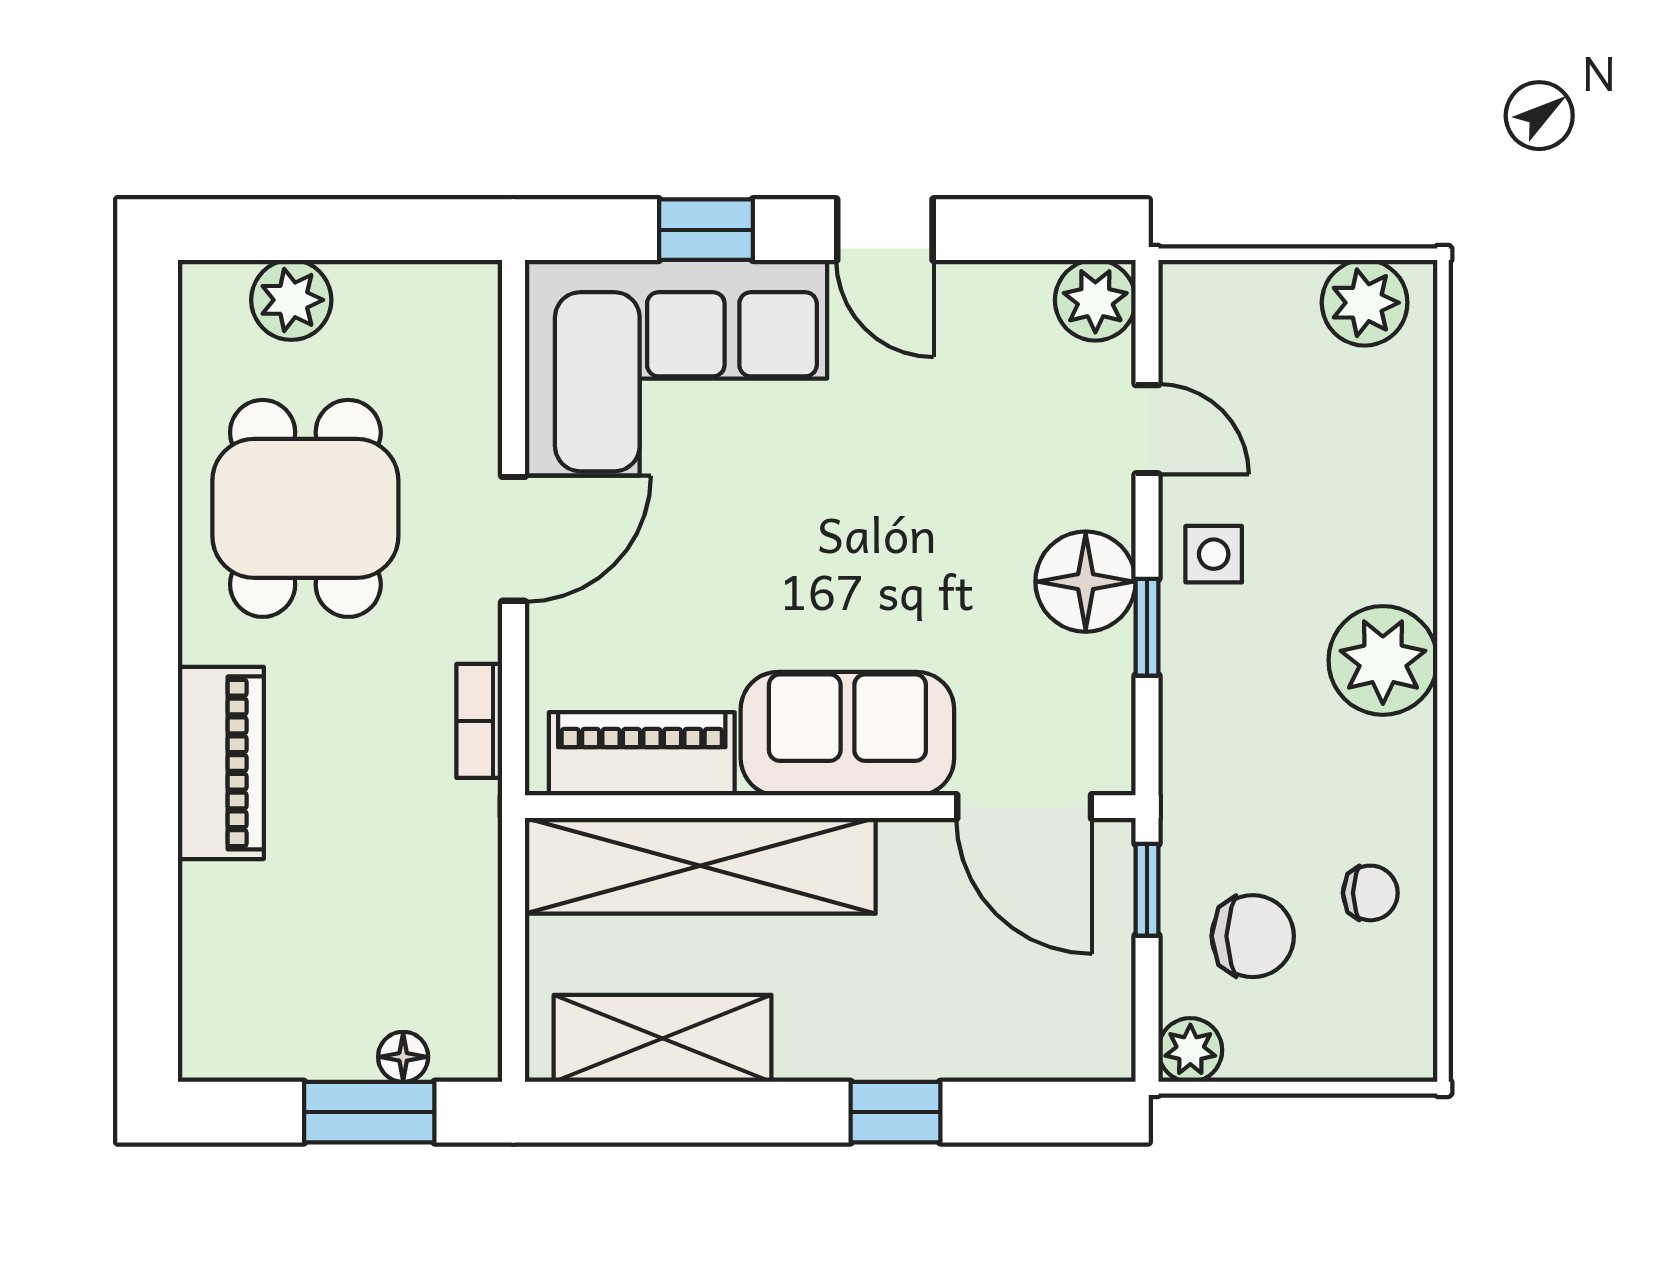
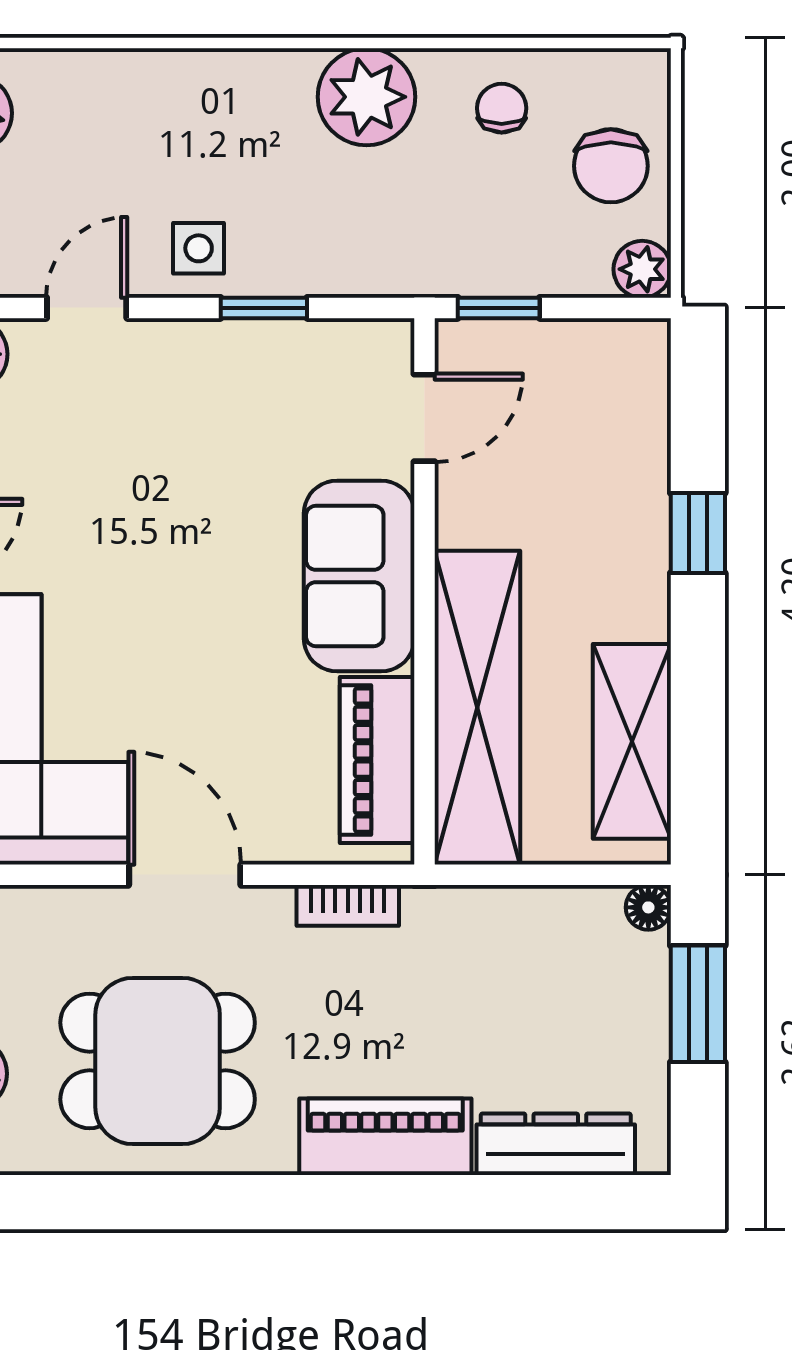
floor lamp: (1086, 582) -> (223, 363), removed
plant: (1383, 660) -> (367, 97), moved
door: (1024, 807) -> (424, 418), width x0.73
chair: (1253, 936) -> (611, 166), moved, turned 180
dresser: (212, 953) -> (556, 1144), added
floor lamp: (403, 1057) -> (648, 907), moved

